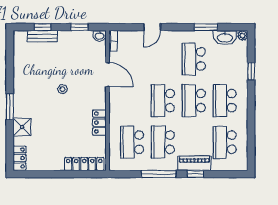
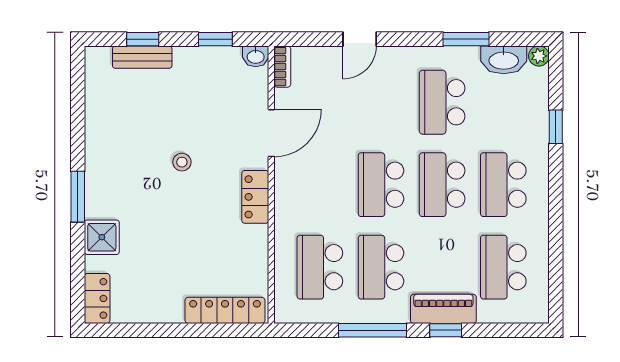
door: (108, 75) -> (271, 133), hinge flipped
locker: (99, 122) -> (255, 197), moved

